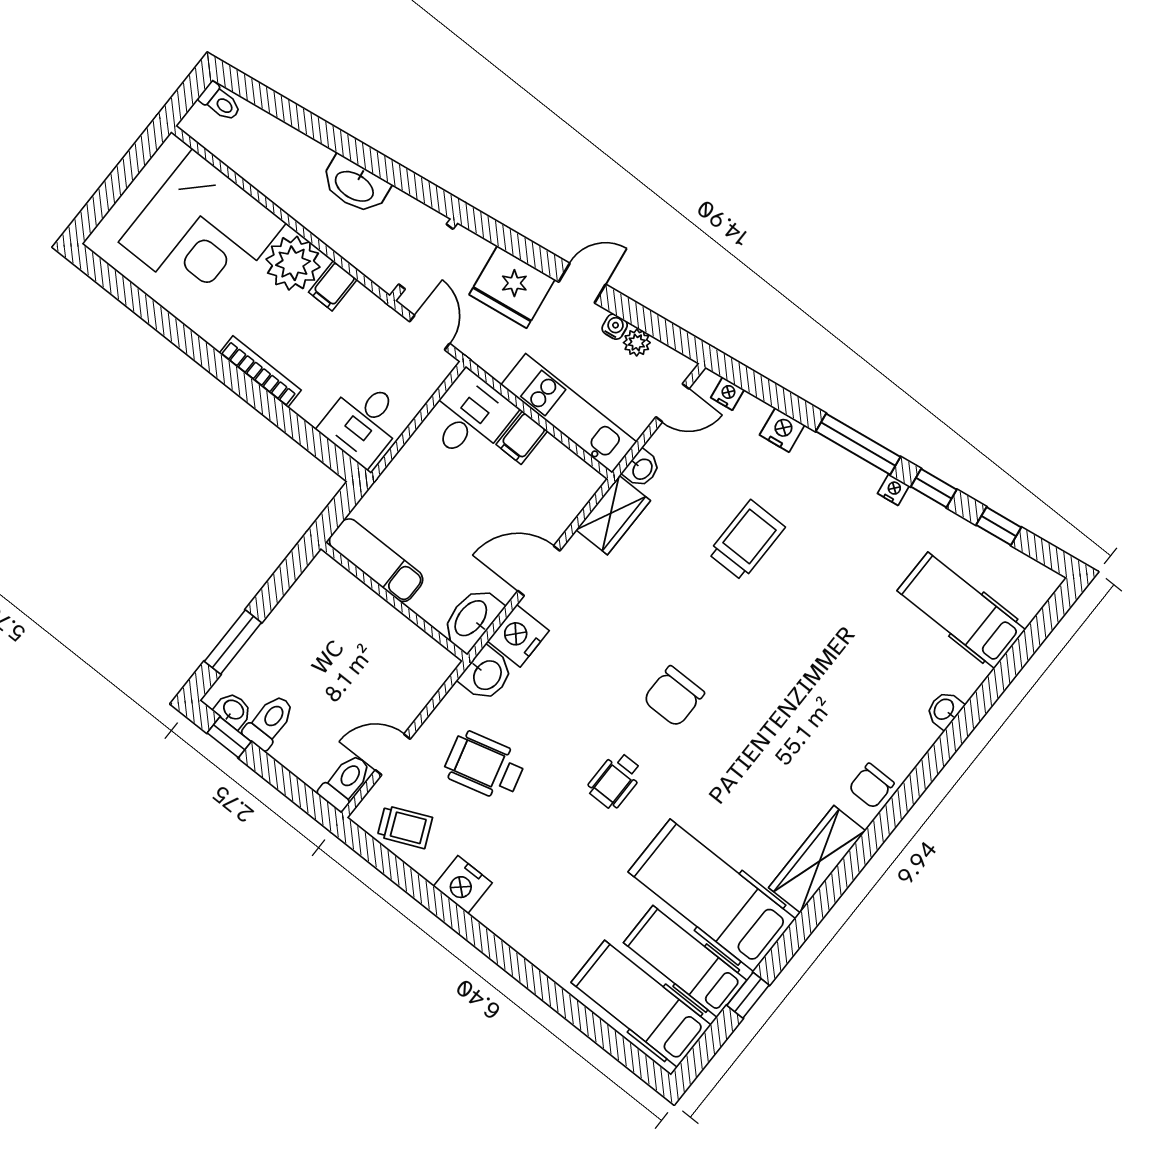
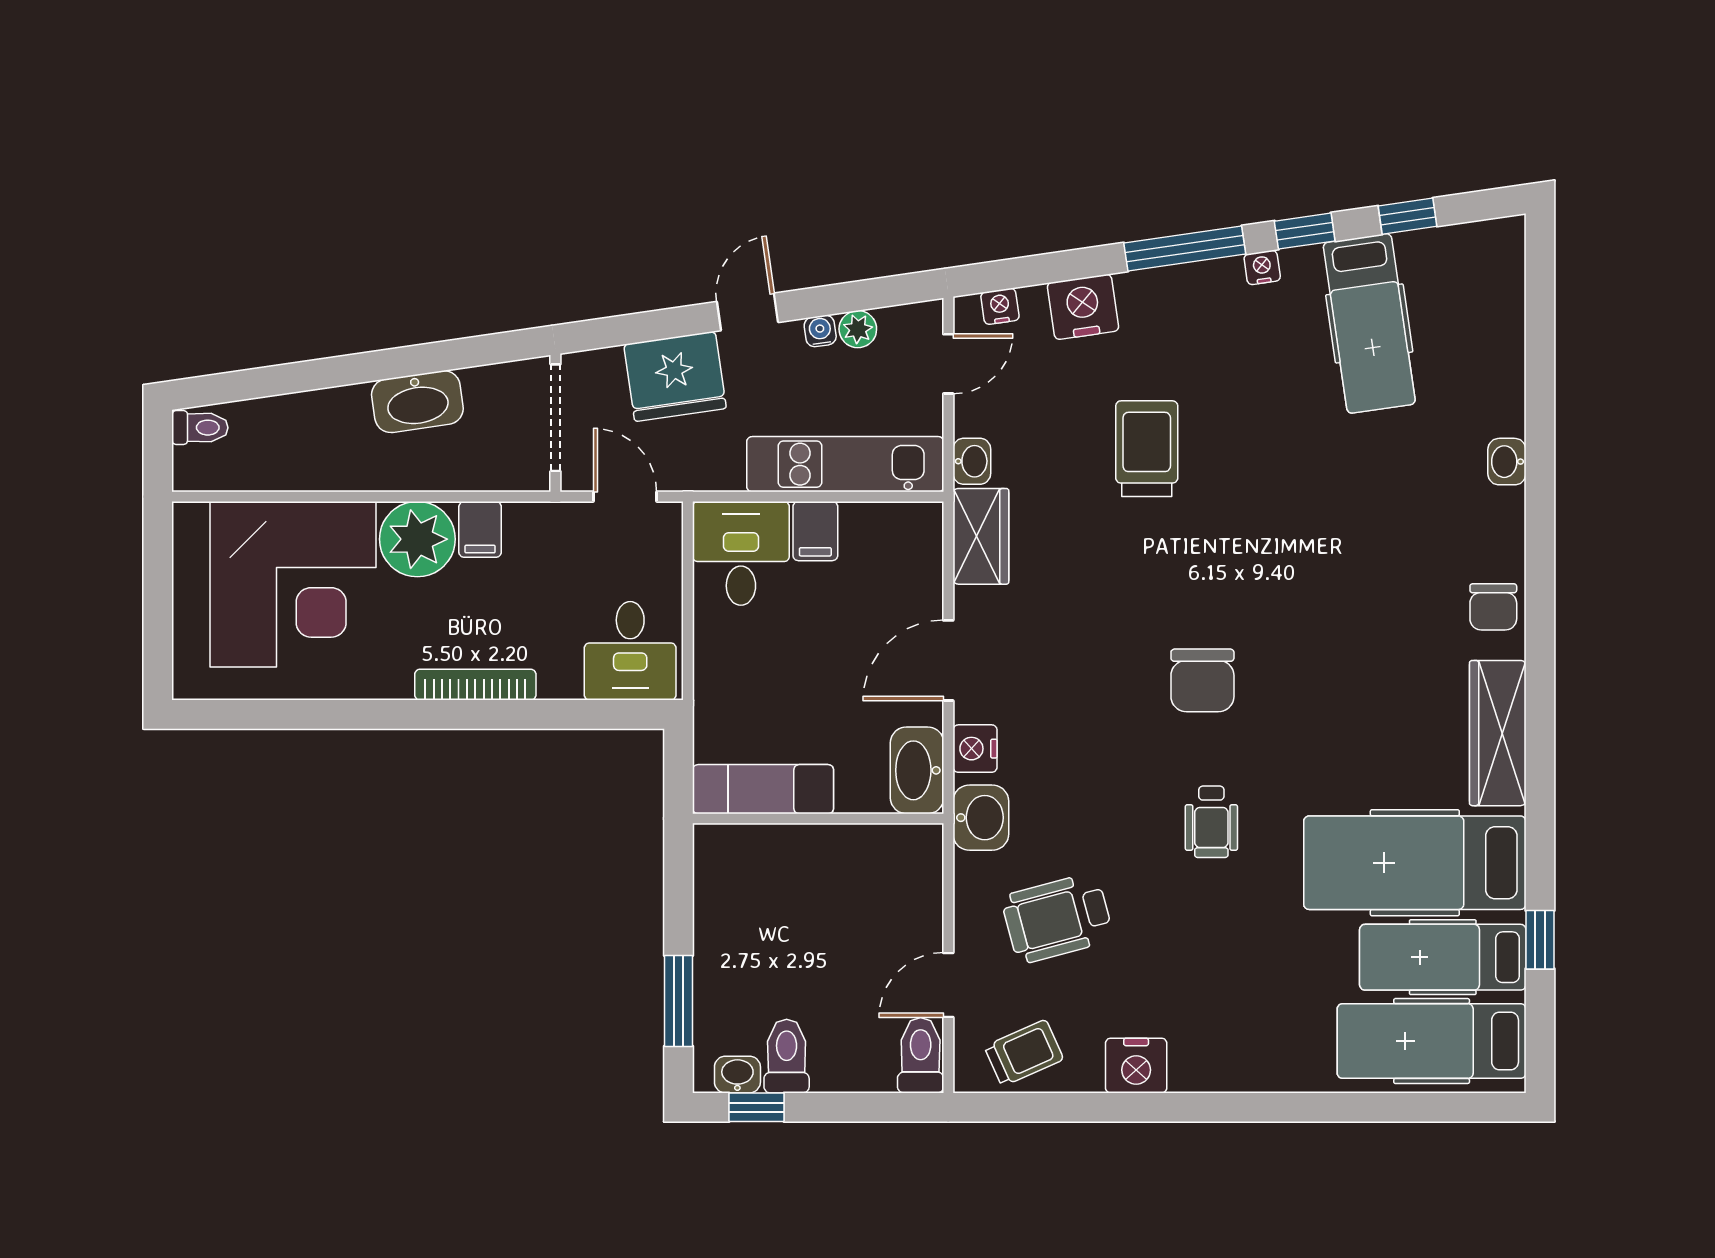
nightstand: (782, 430) -> (1083, 307), width x1.36, depth x1.33
hospital bed: (961, 610) -> (1369, 323), moved, turned -98
nightstand: (518, 636) -> (975, 749), width x0.74, depth x0.75

